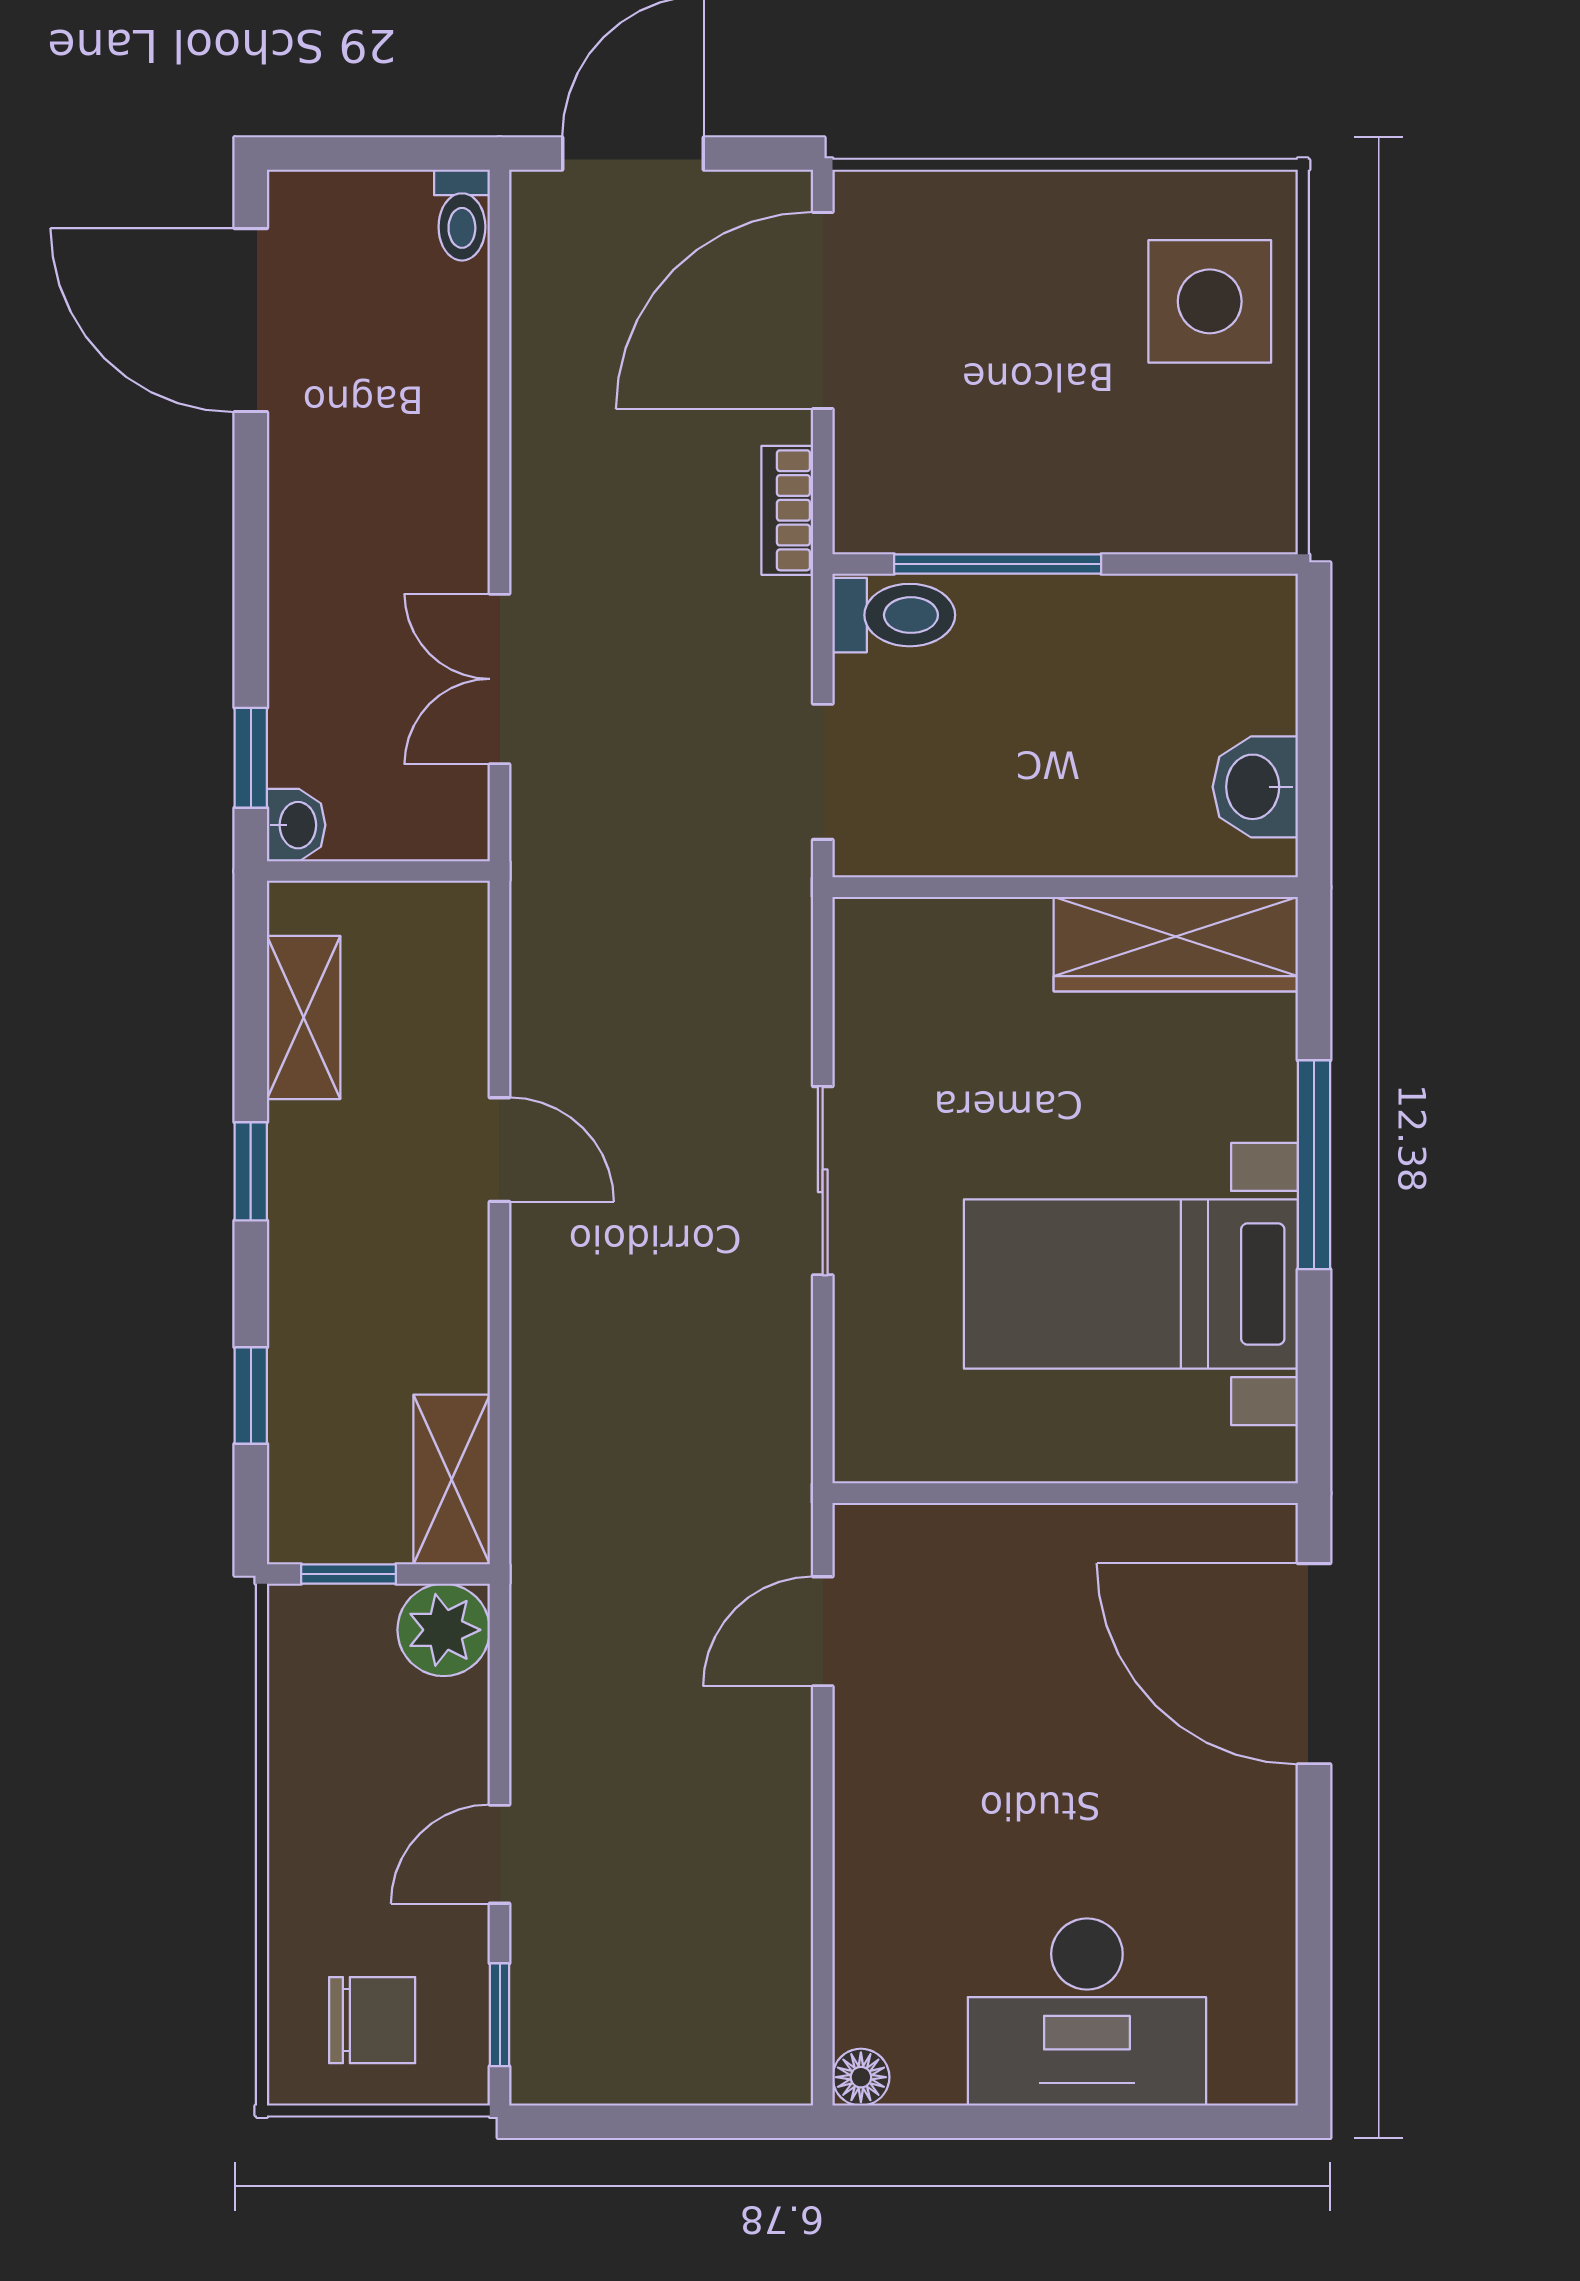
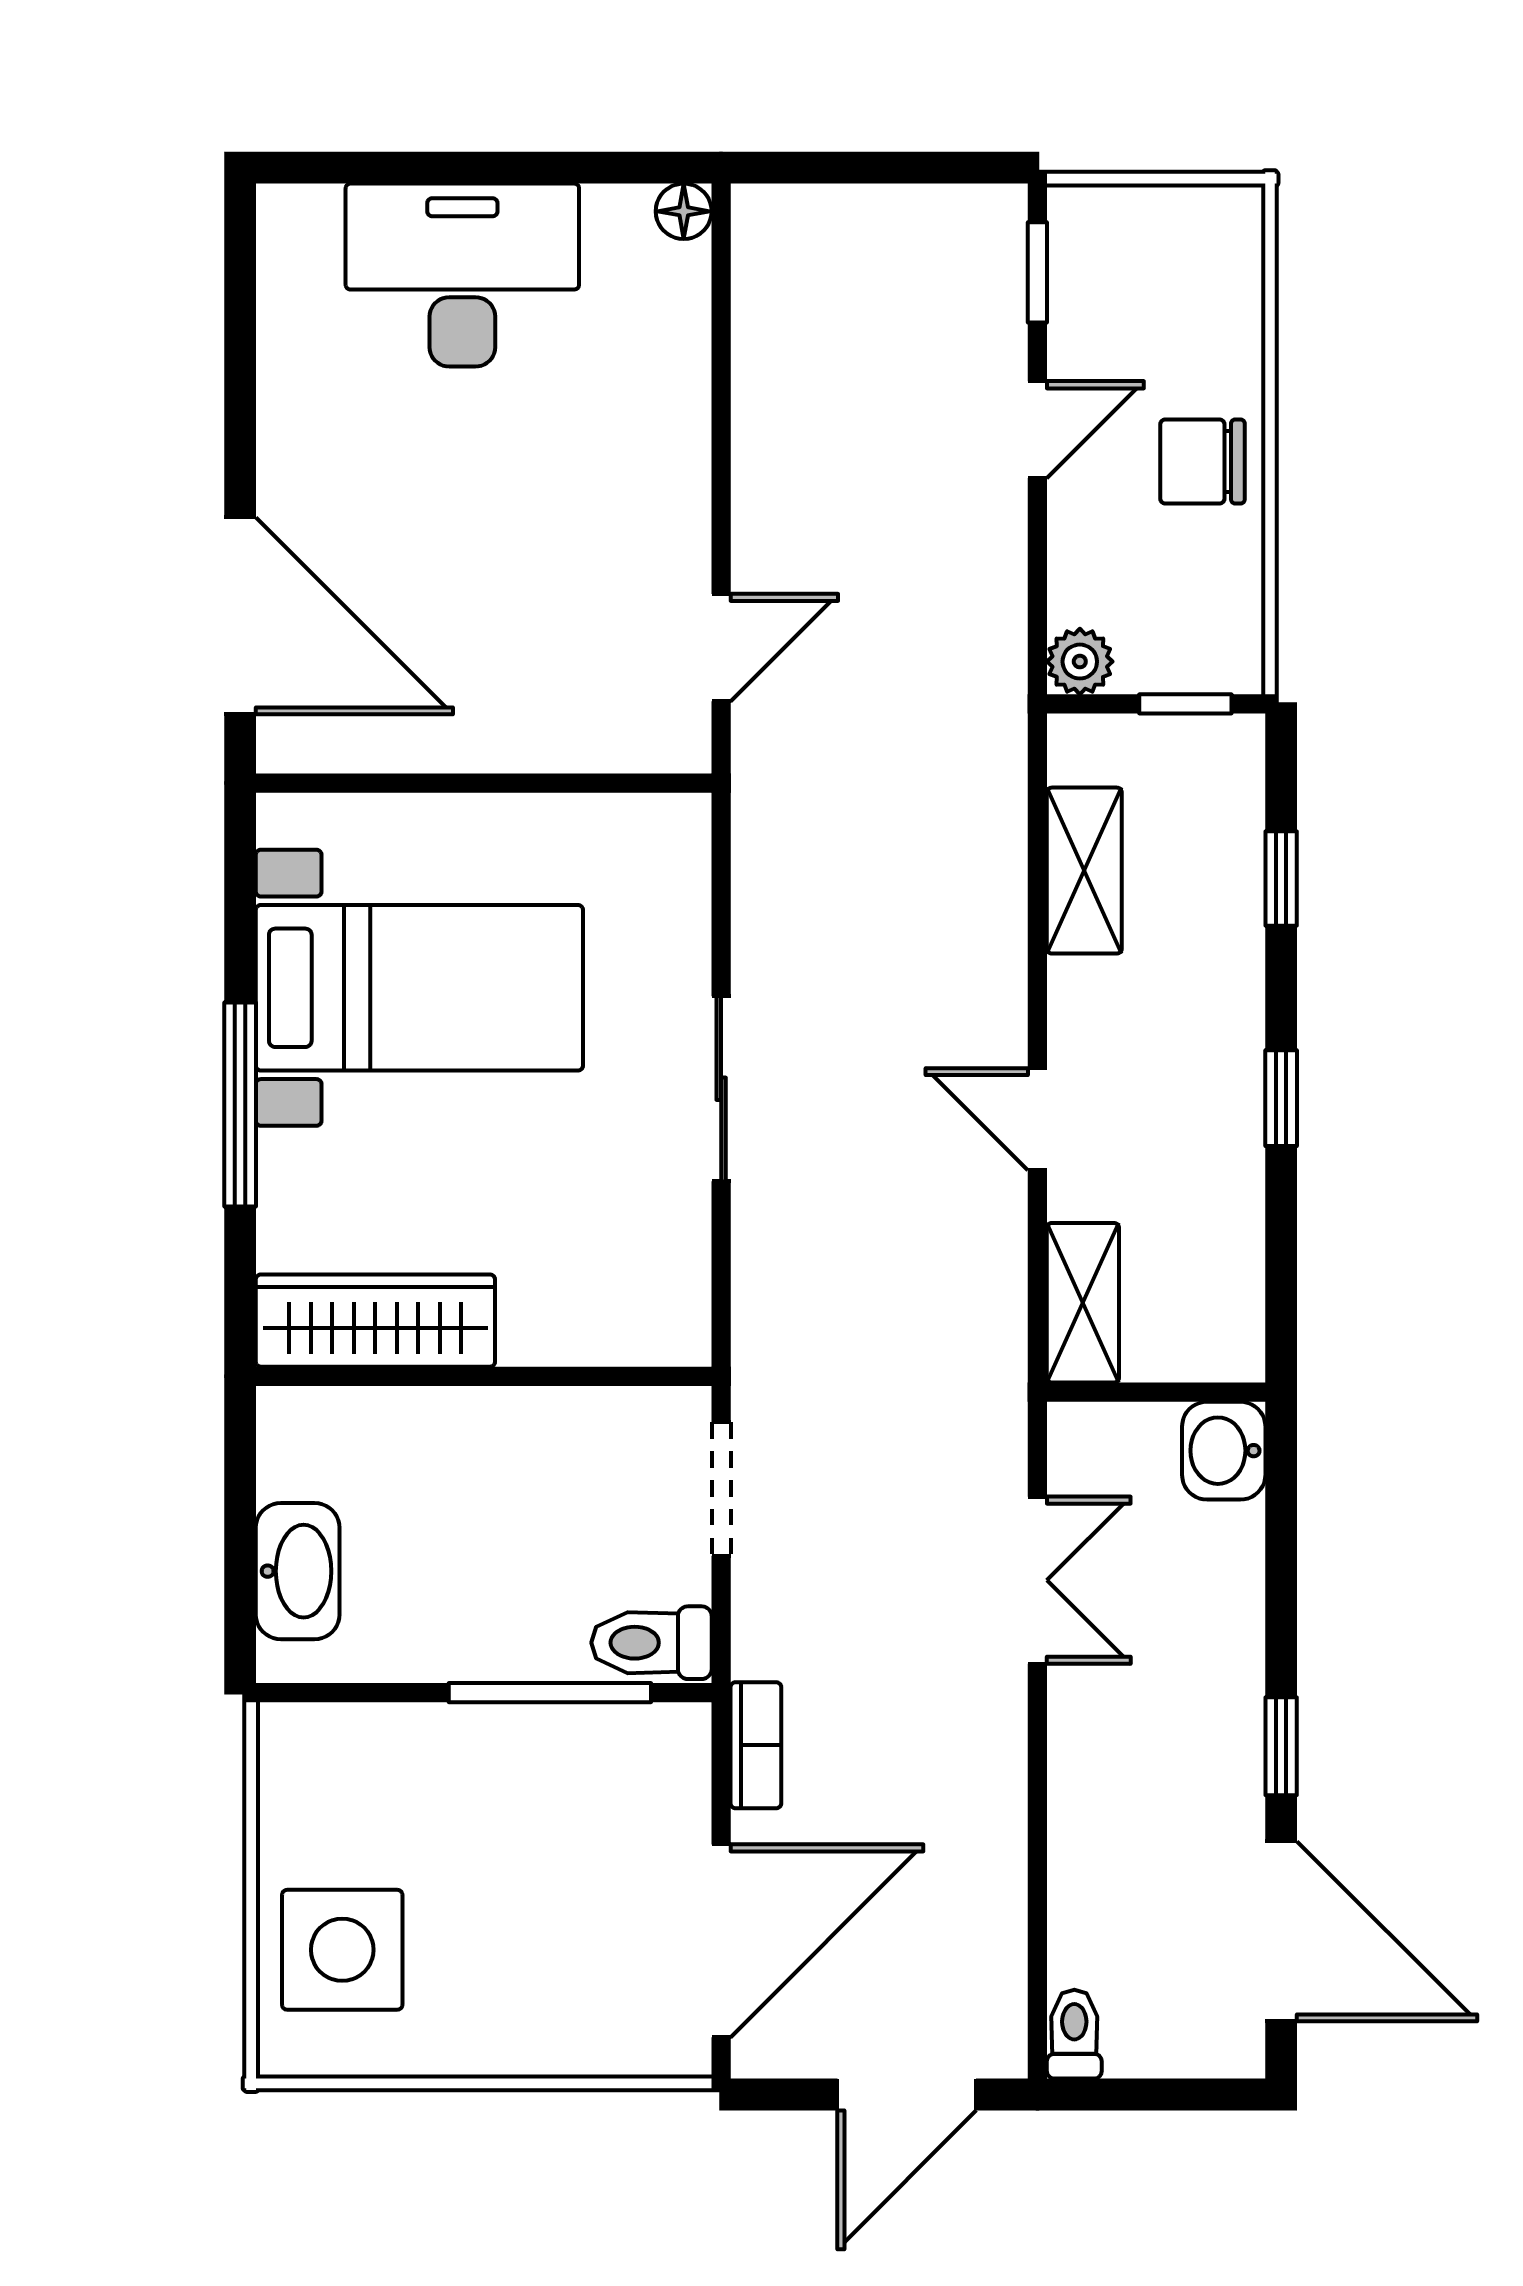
window: (251, 758) -> (1281, 1746), moved
washbasin: (1255, 787) -> (298, 1571), moved, width x1.38
washbasin: (296, 825) -> (1224, 1451), width x1.38, depth x1.45
shelving: (304, 1017) -> (1083, 1303), moved
shelving: (452, 1479) -> (1084, 871), moved
plant: (444, 1630) -> (1080, 662), width x0.73, depth x0.73
chair: (372, 2020) -> (1202, 462), moved

